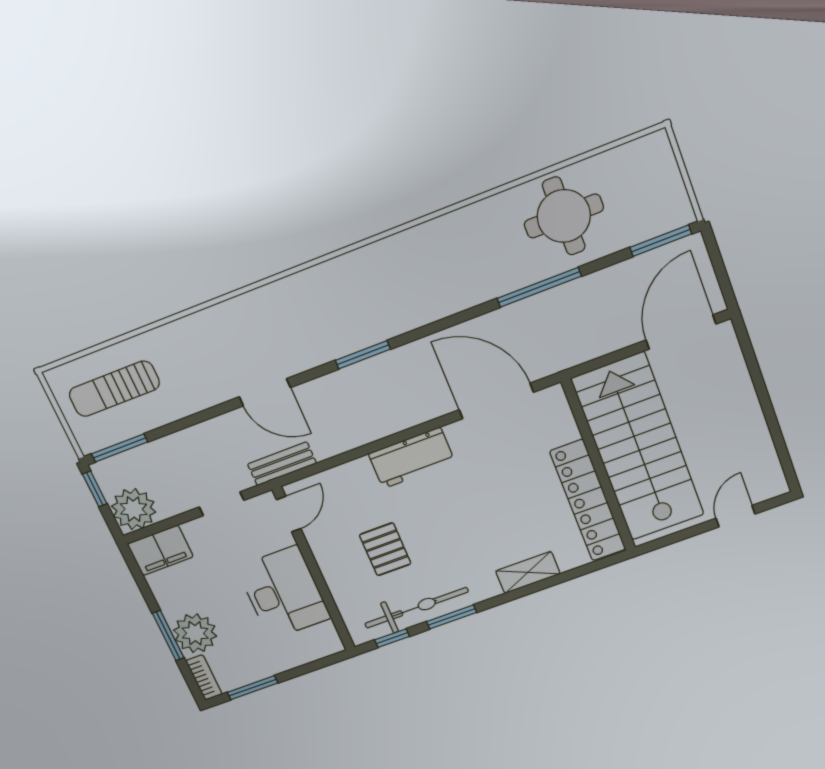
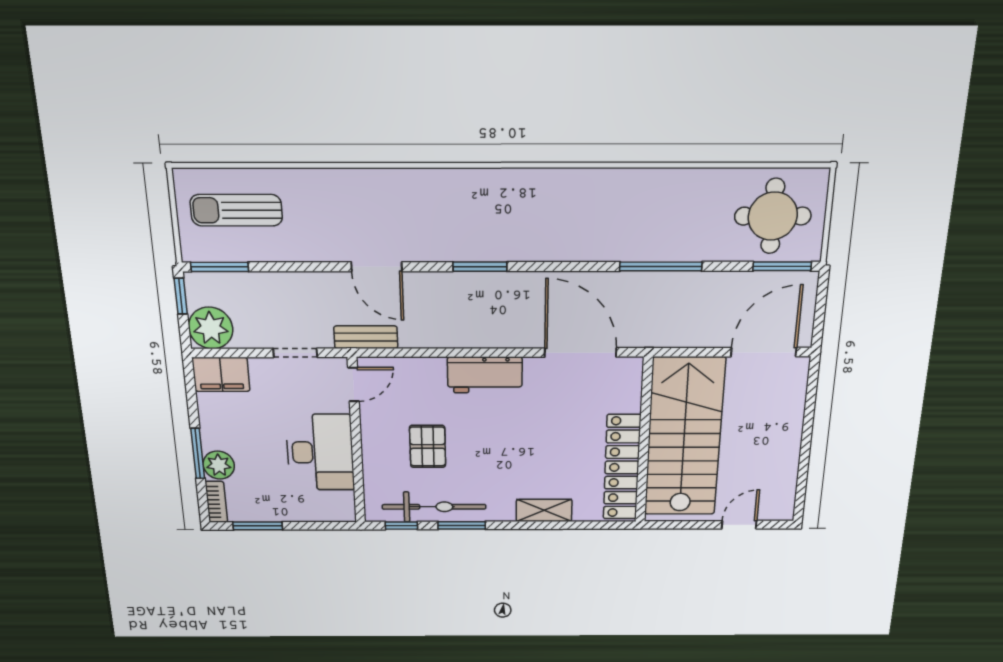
round table: (564, 216) -> (773, 216), moved
plant: (195, 633) -> (219, 465), width x0.73, depth x0.73

